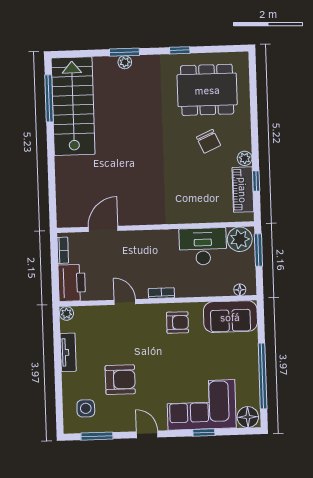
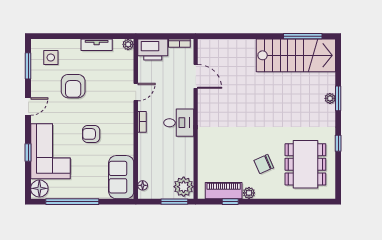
desk: (203, 247) -> (179, 123), moved, width x0.73
armchair: (177, 323) -> (91, 134), moved, turned 90

